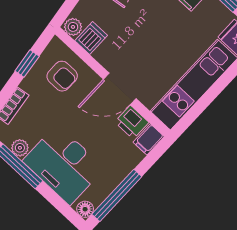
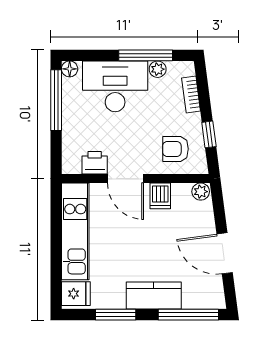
dishwasher: (91, 38) -> (160, 196), moved
door: (120, 89) -> (126, 179), swing flipped
filing cabinet: (149, 139) -> (71, 162), removed

